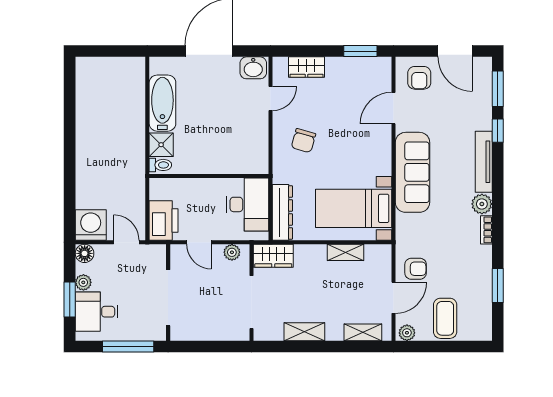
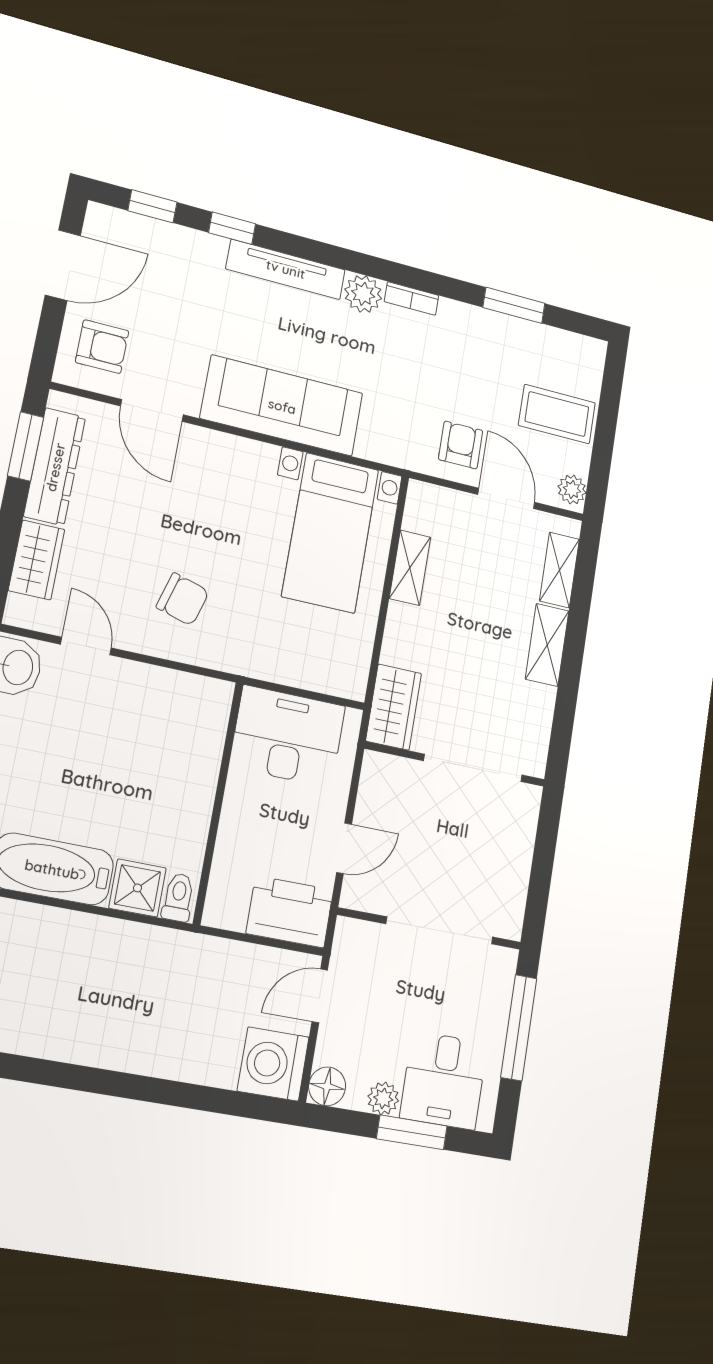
window: (498, 89) -> (152, 206), width x0.67
dresser: (282, 212) -> (55, 467), moved, turned 90
plant: (232, 252) -> (374, 787), removed
shelving: (304, 332) -> (547, 645), moved

